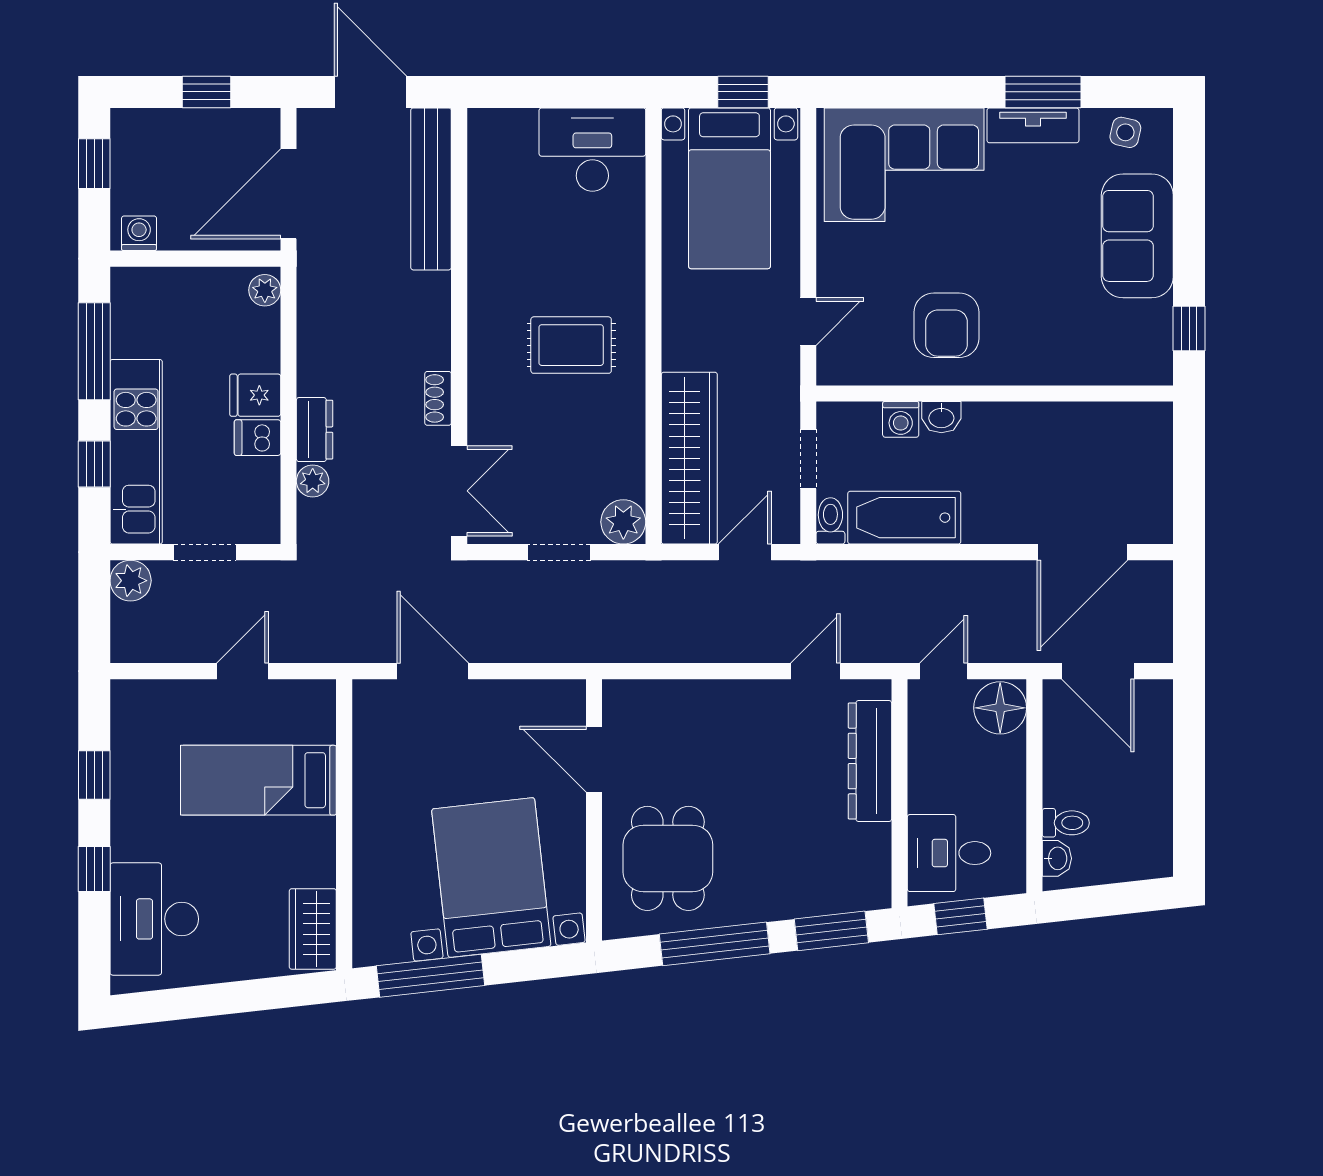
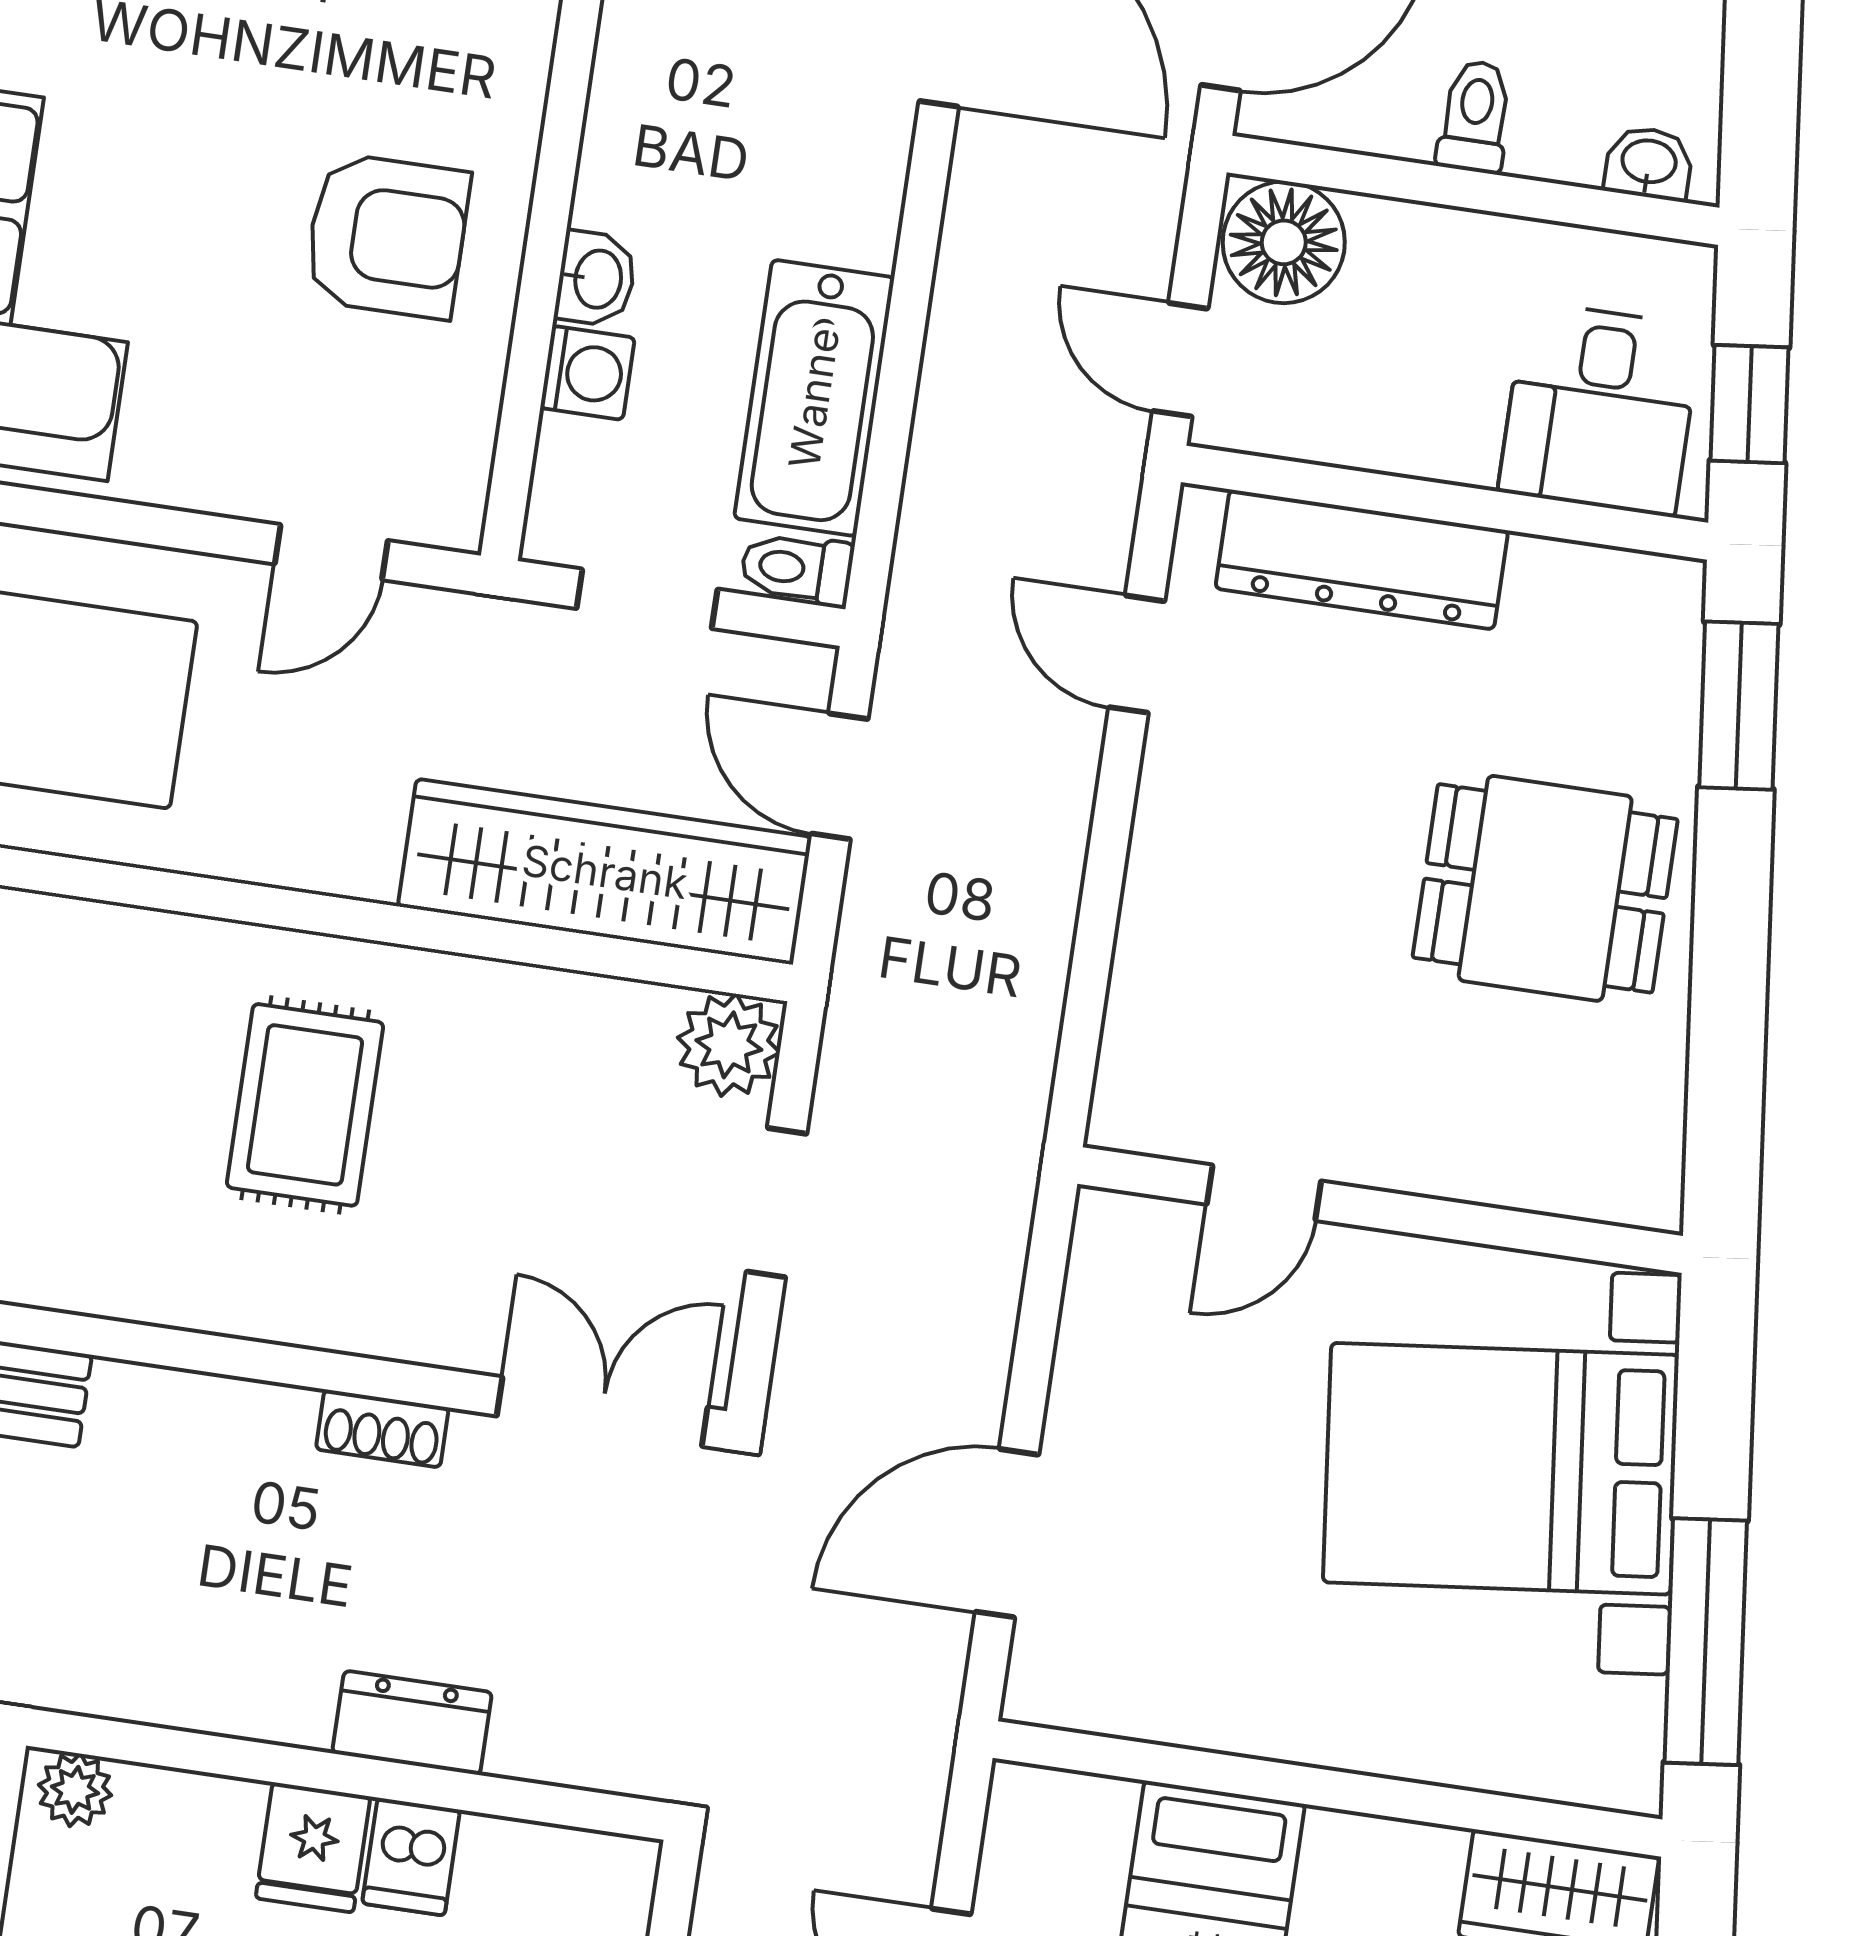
door: (808, 322) -> (331, 552), swing flipped
plant: (313, 481) -> (530, 1745), removed
door: (594, 759) -> (1264, 1193), width x0.73
toilet: (1066, 823) -> (1475, 117), moved
dining table: (668, 858) -> (1545, 888), moved
window: (715, 944) -> (1729, 978), removed

